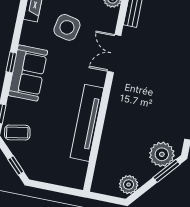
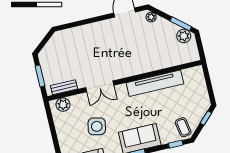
plant: (162, 154) -> (151, 17), width x0.53, depth x0.53
window: (167, 171) -> (181, 24), moved

